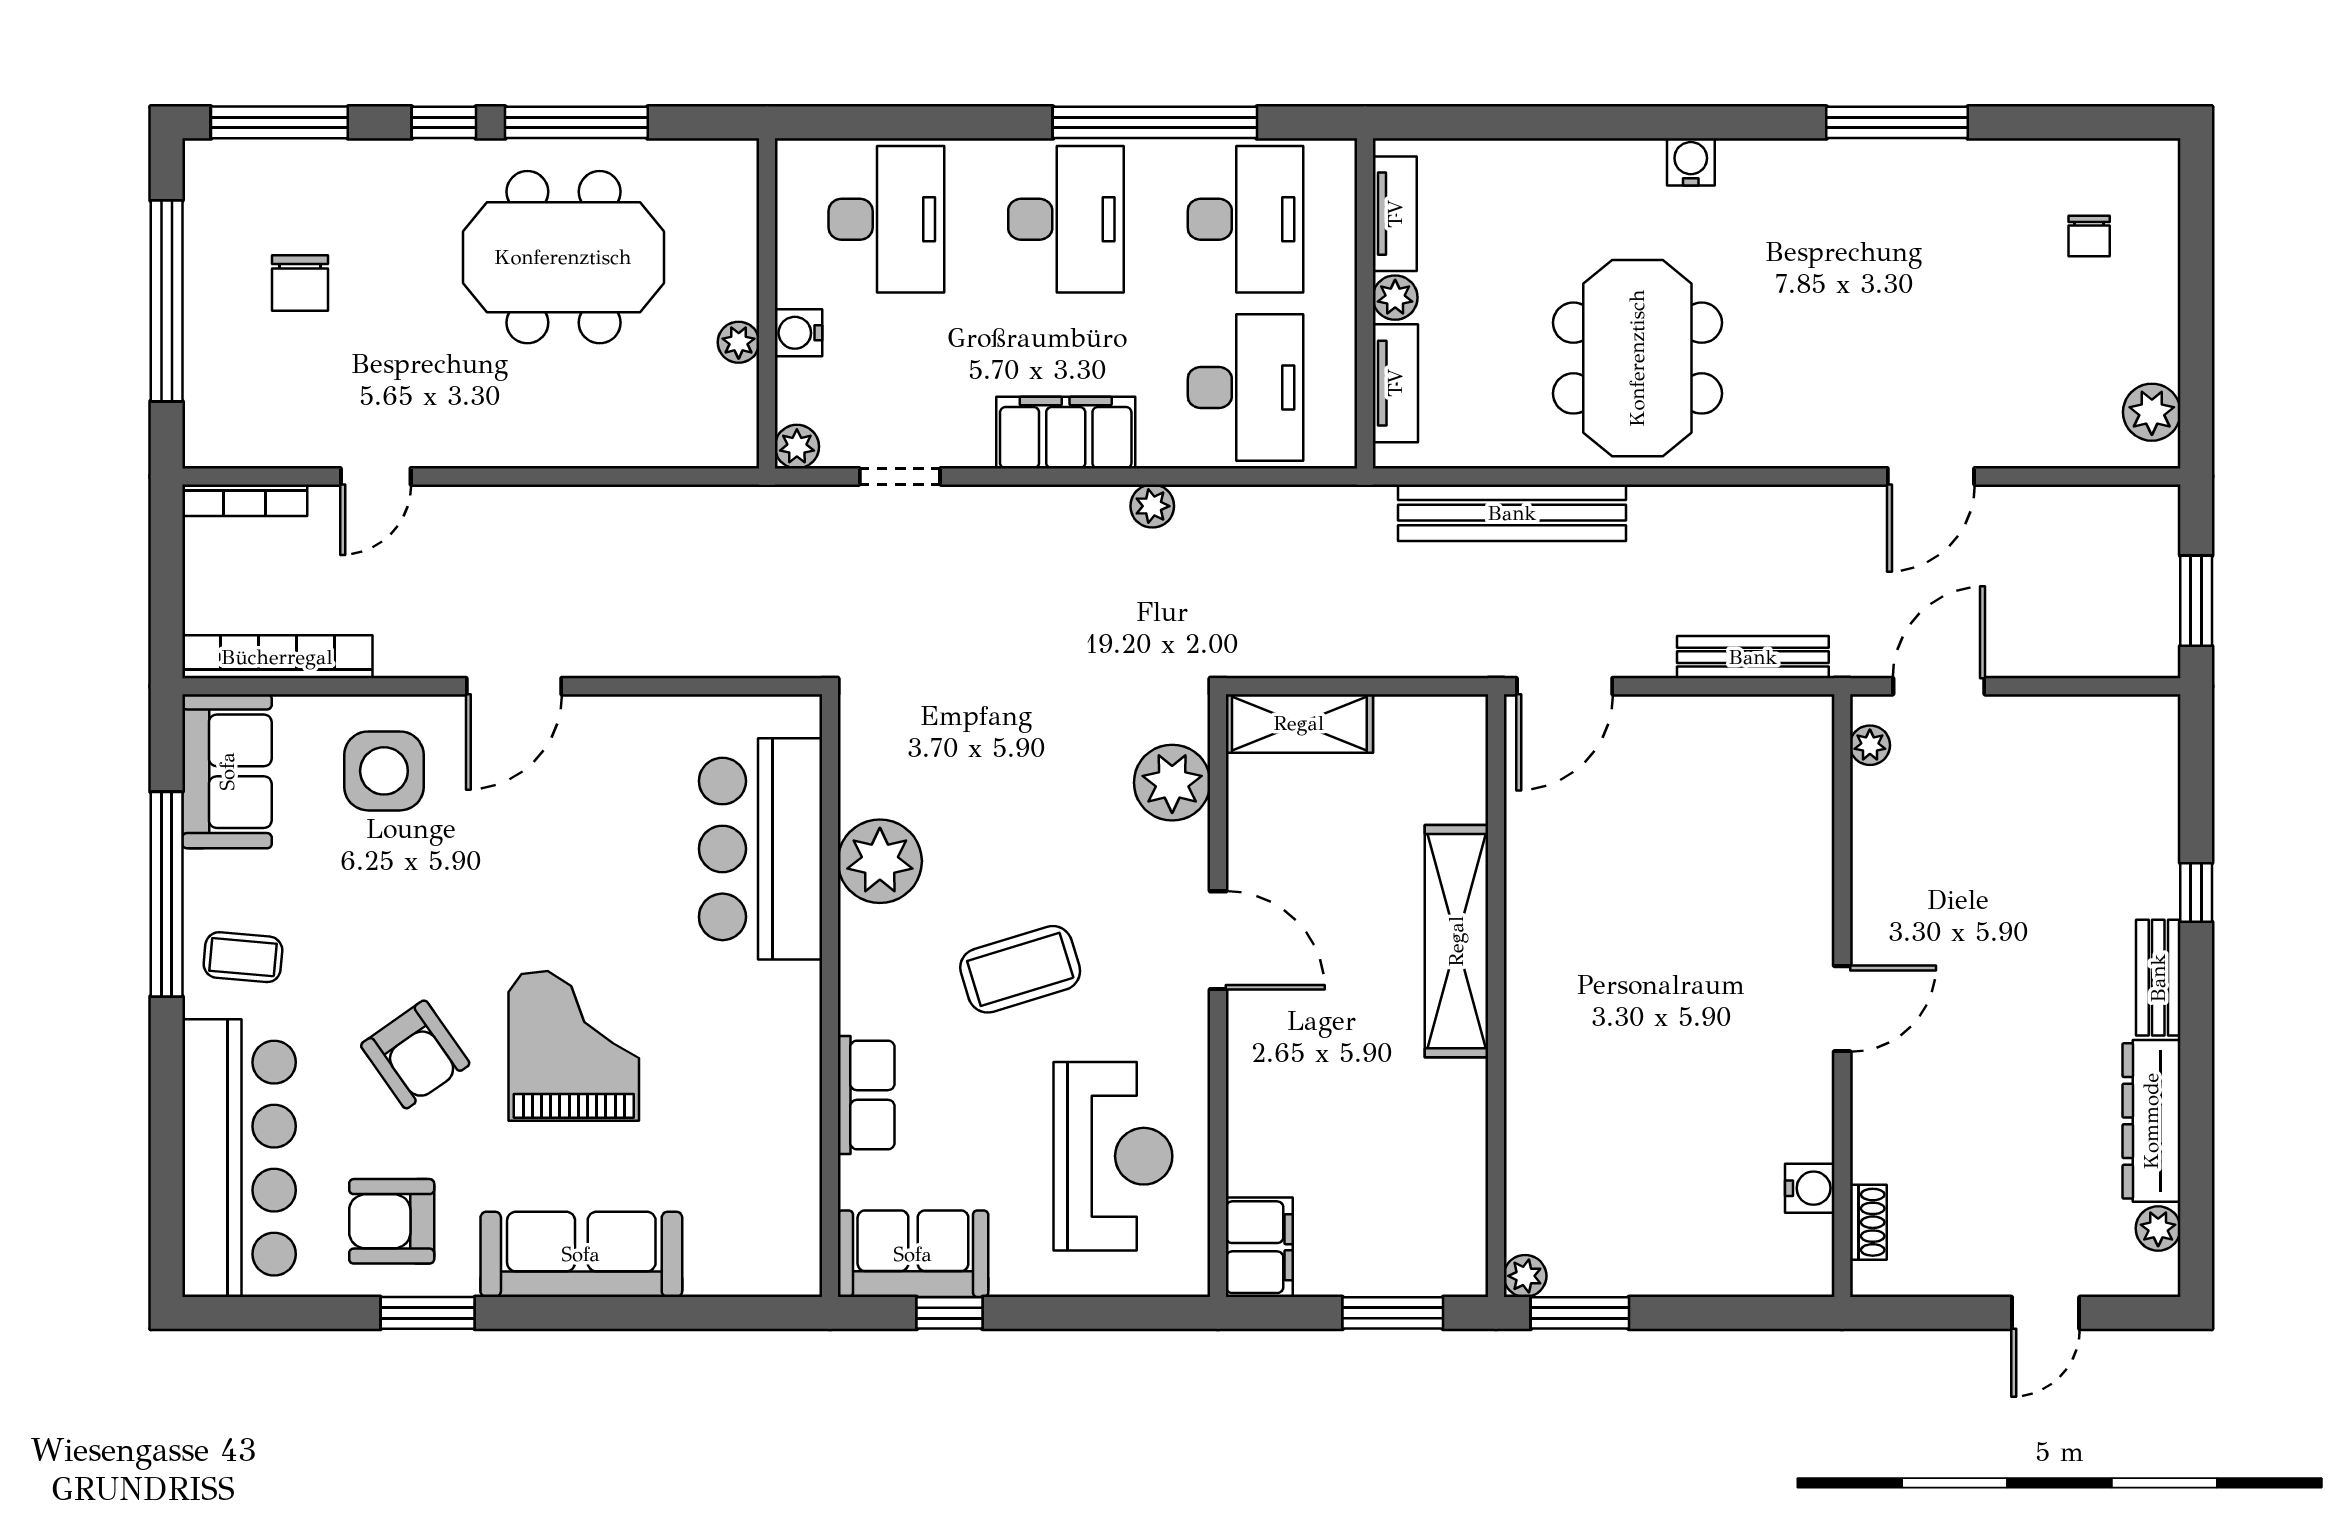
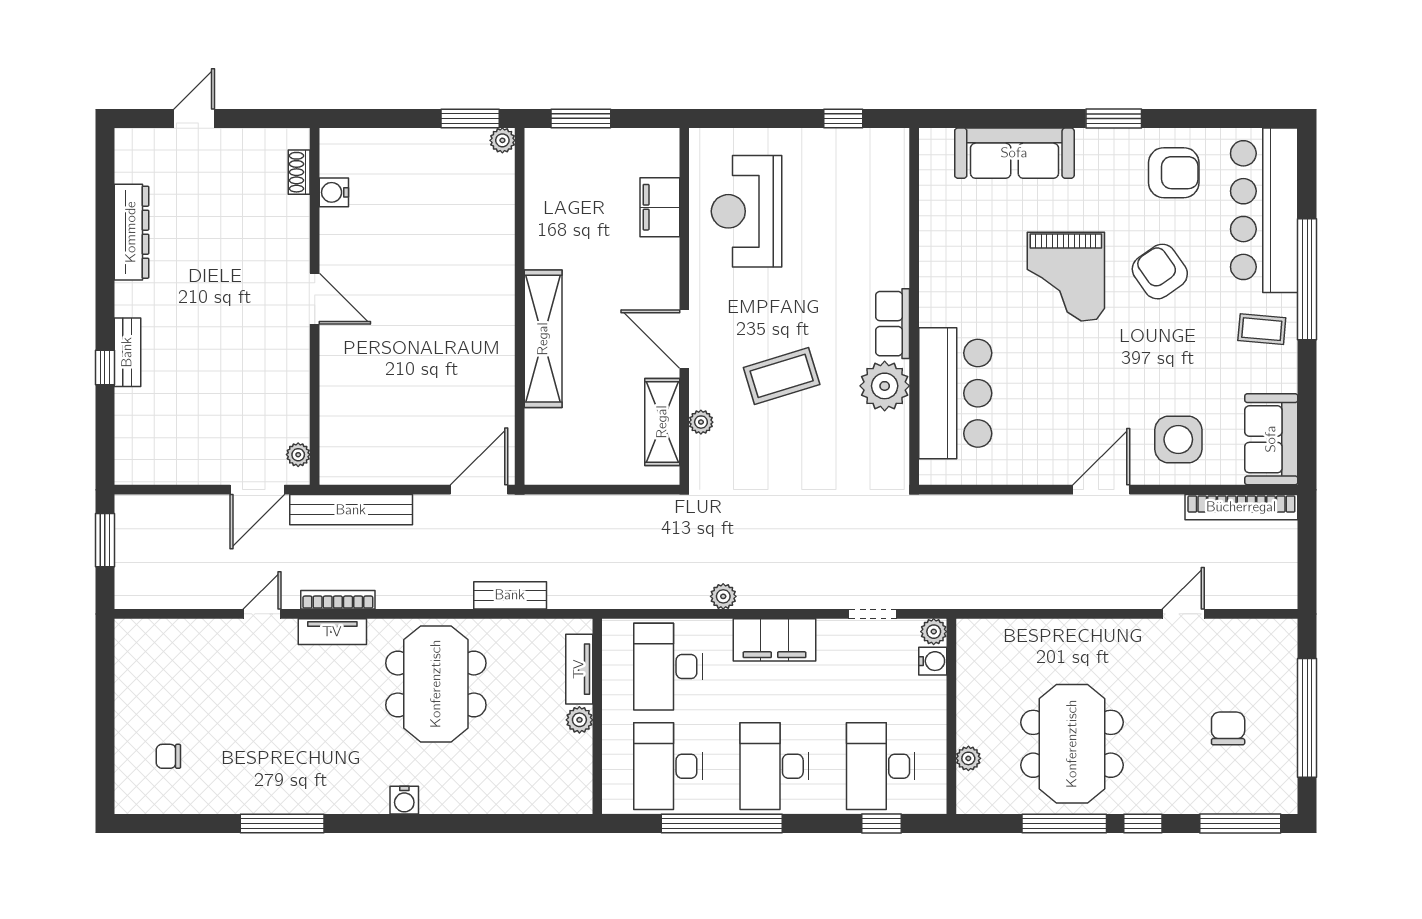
window: (885, 122) -> (882, 824), added
tv unit: (1395, 214) -> (332, 632), moved, turned -90
chair: (2089, 236) -> (168, 756), turned -90
meeting table: (563, 257) -> (1072, 744), turned 90
water cooler: (799, 333) -> (933, 661), moved
plant: (739, 342) -> (968, 758), moved
plant: (2152, 412) -> (131, 652), removed
door: (1931, 476) -> (262, 614), width x0.73
bookcase: (245, 500) -> (338, 600), moved
bench: (1512, 513) -> (510, 595), width x0.54, depth x0.82
bench: (1753, 657) -> (351, 510), width x1.37, depth x1.21
shelving: (1299, 723) -> (662, 422), moved, turned 90
plant: (1172, 783) -> (701, 422), width x0.53, depth x0.53
window: (167, 894) -> (1307, 279), moved
coffee table: (1020, 969) -> (782, 376), moved
bench: (2158, 978) -> (127, 352), moved
door: (1842, 1009) -> (315, 299), swing flipped
row of seats: (866, 1095) -> (893, 324), moved
plant: (2158, 1228) -> (128, 168), removed
filing cabinet: (1259, 1247) -> (660, 207), moved
sofa: (581, 1254) -> (1014, 153), moved
sofa: (913, 1254) -> (865, 153), removed
window: (428, 1313) -> (1114, 118), moved

